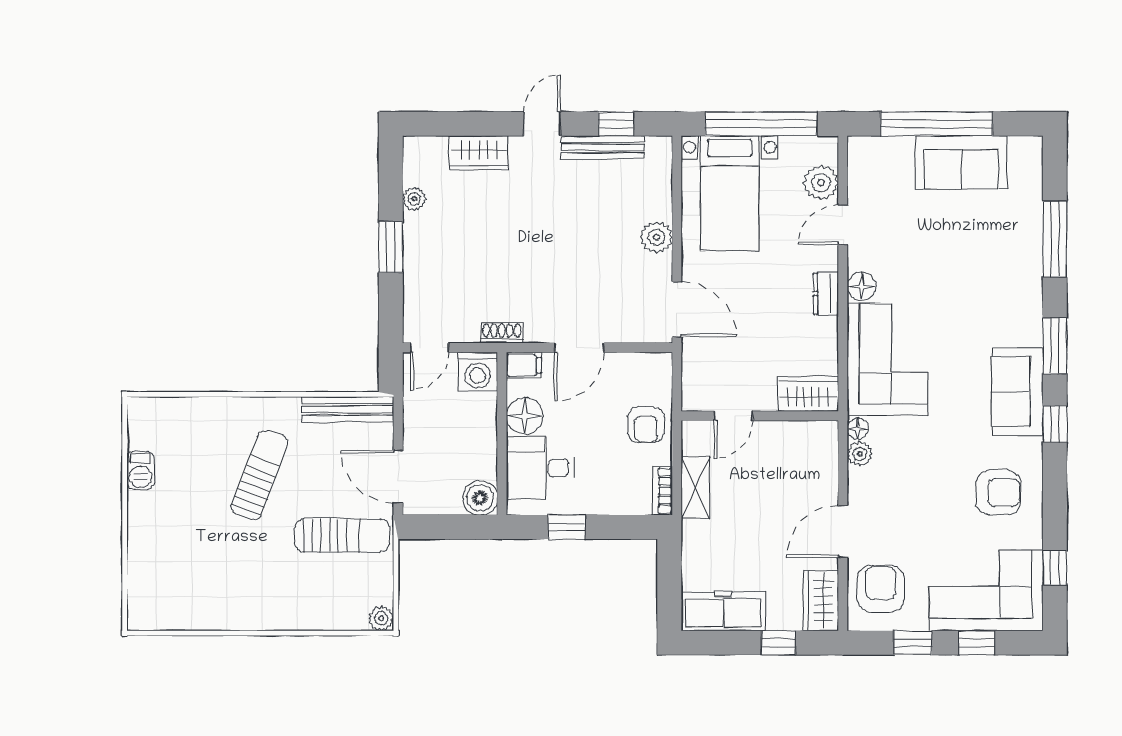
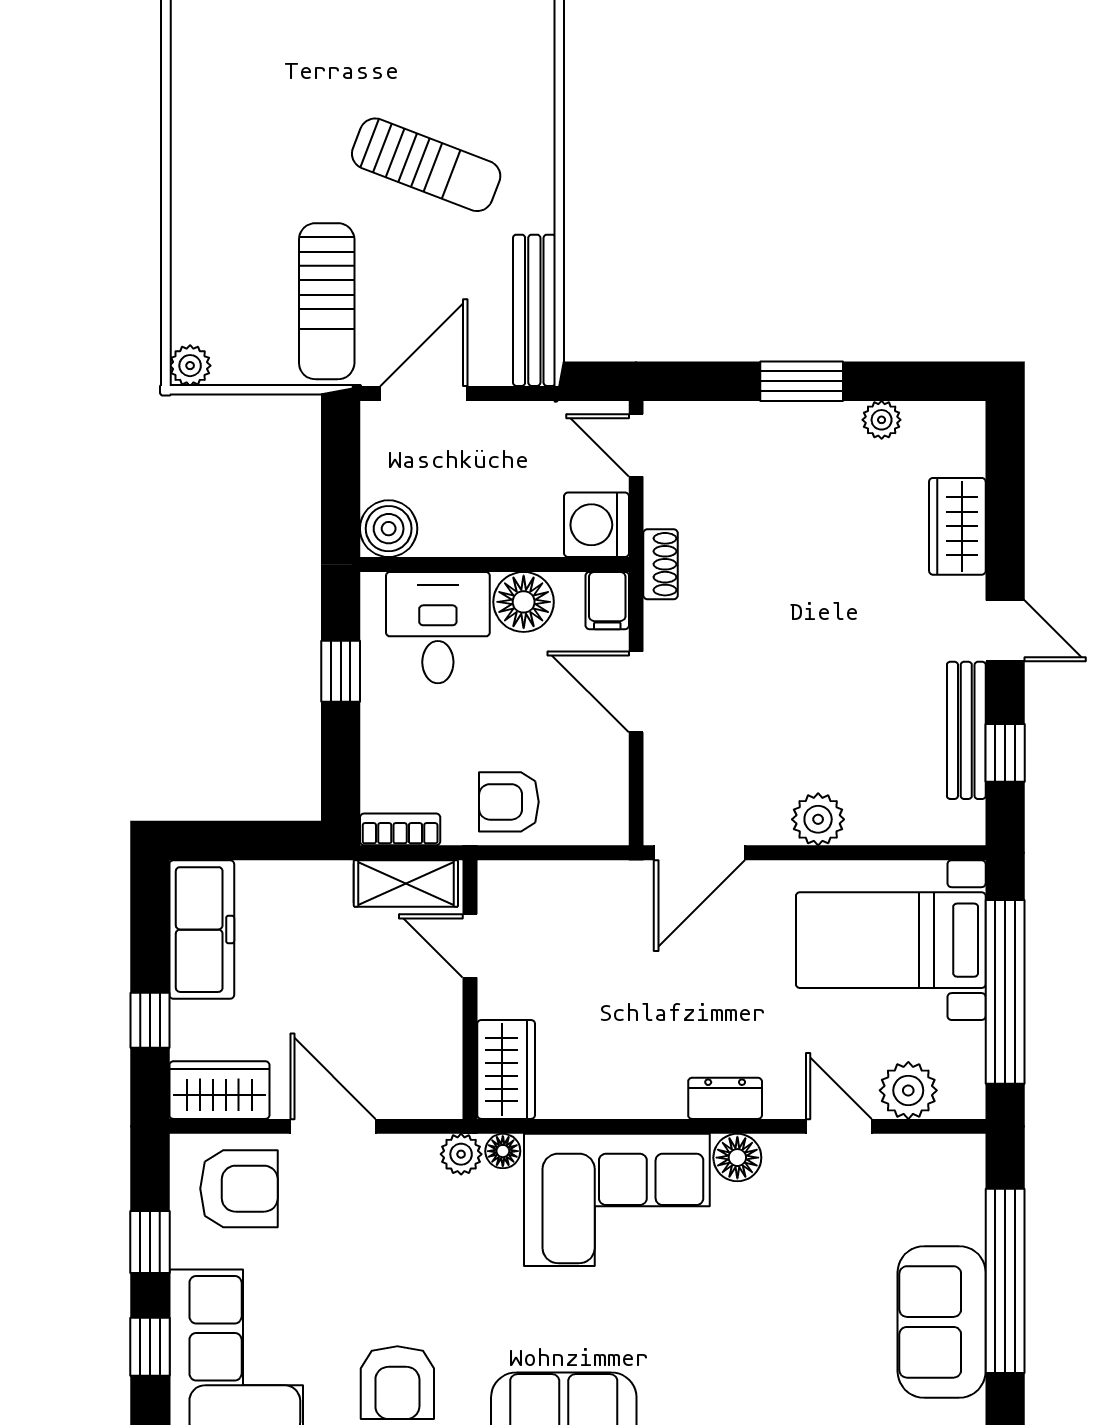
wardrobe: (808, 394) -> (506, 1069), moved
door: (733, 416) -> (470, 946), moved
wall: (760, 416) -> (470, 990), moved

